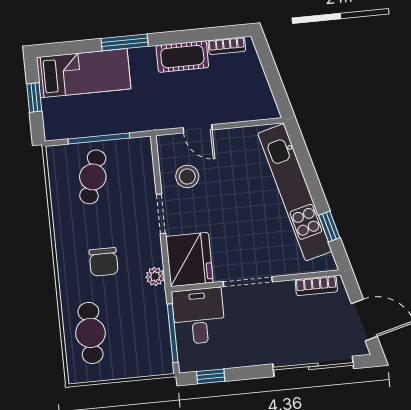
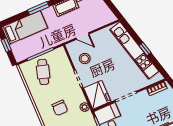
window: (329, 227) -> (145, 49), moved

